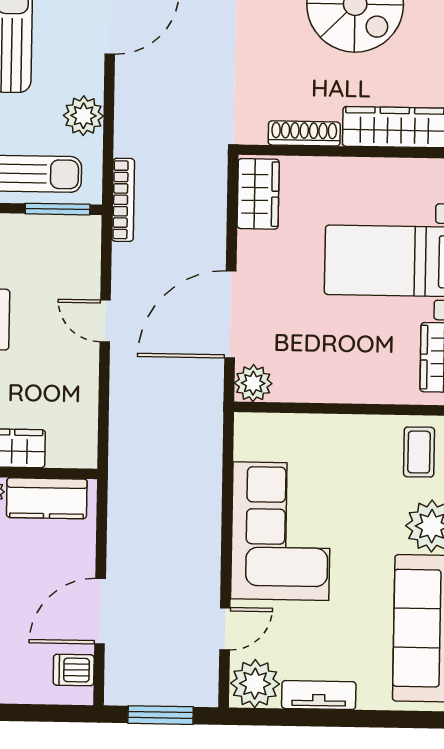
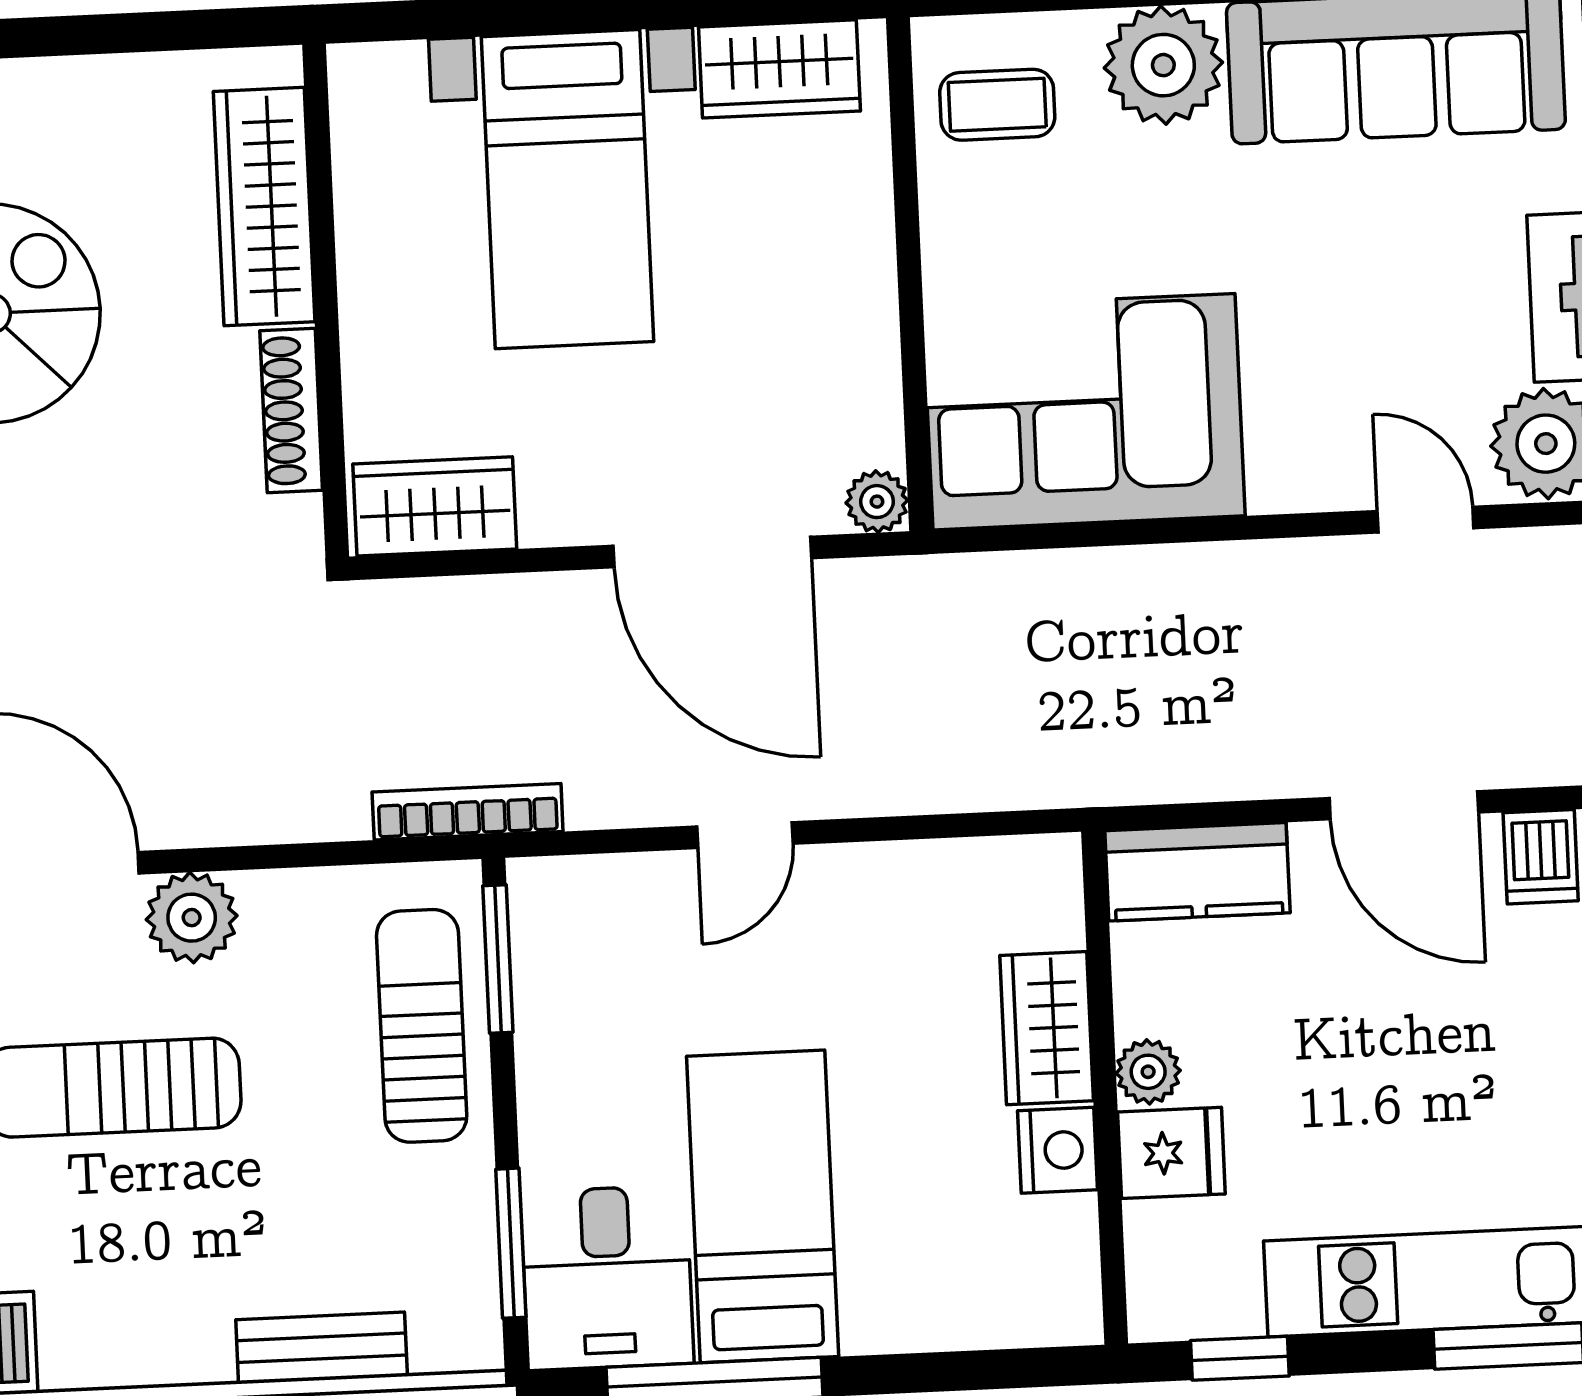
plant: (83, 116) -> (192, 918), moved
plant: (253, 383) -> (877, 502), width x0.73, depth x0.73
kitchen counter: (47, 498) -> (1197, 872), moved, turned 90
corner sofa: (281, 531) -> (1084, 412), moved

